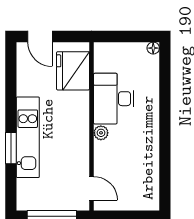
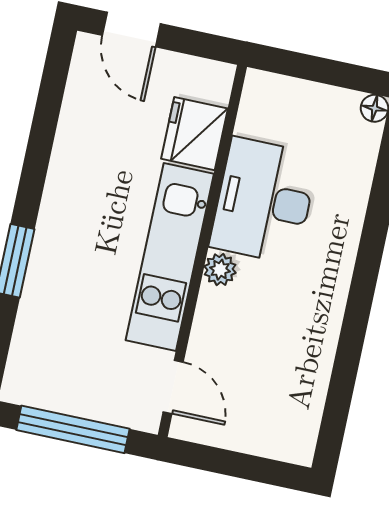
fridge: (73, 71) -> (194, 134), width x0.73, depth x0.75
kitchen unit: (28, 137) -> (170, 257), moved, turned 180

